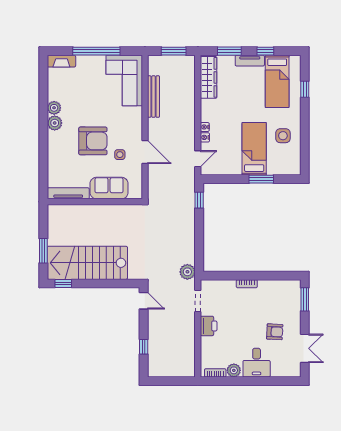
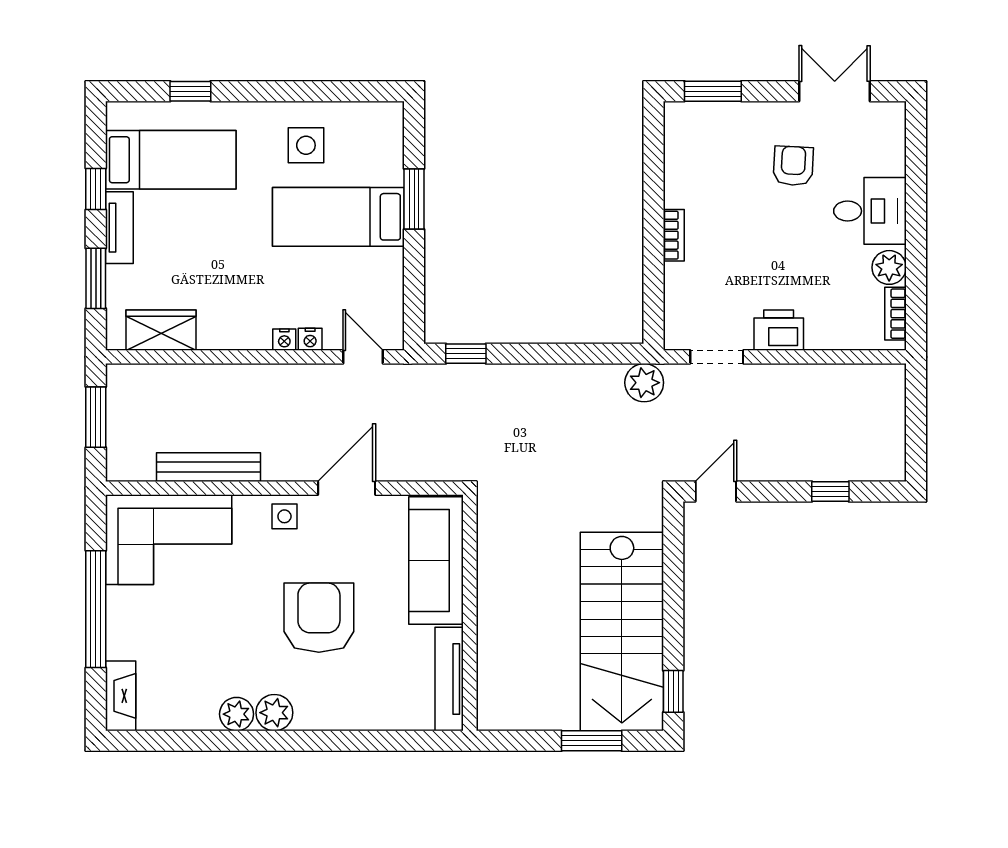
wardrobe: (209, 77) -> (161, 330), width x0.67
side table: (120, 155) -> (284, 516), moved
sofa: (109, 188) -> (436, 561), width x1.36

